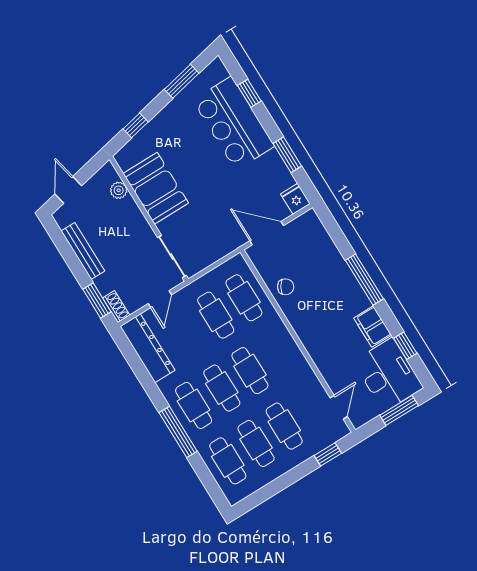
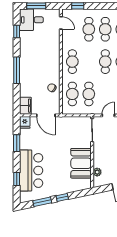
window: (136, 125) -> (62, 197), moved
filing cabinet: (373, 327) -> (25, 106), moved
cafe table: (250, 371) -> (72, 62), moved
desk: (388, 375) -> (31, 20), width x0.73
door: (339, 407) -> (61, 23), swing flipped

